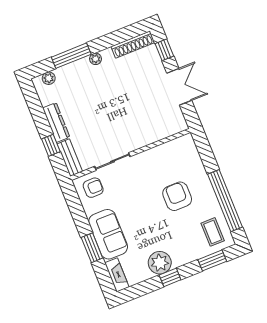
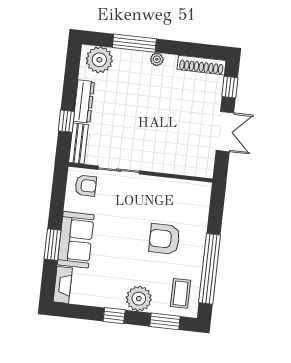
plant: (49, 78) -> (99, 60), width x1.88, depth x1.88
armchair: (177, 196) -> (164, 239), turned -90
plant: (160, 263) -> (139, 299), moved

